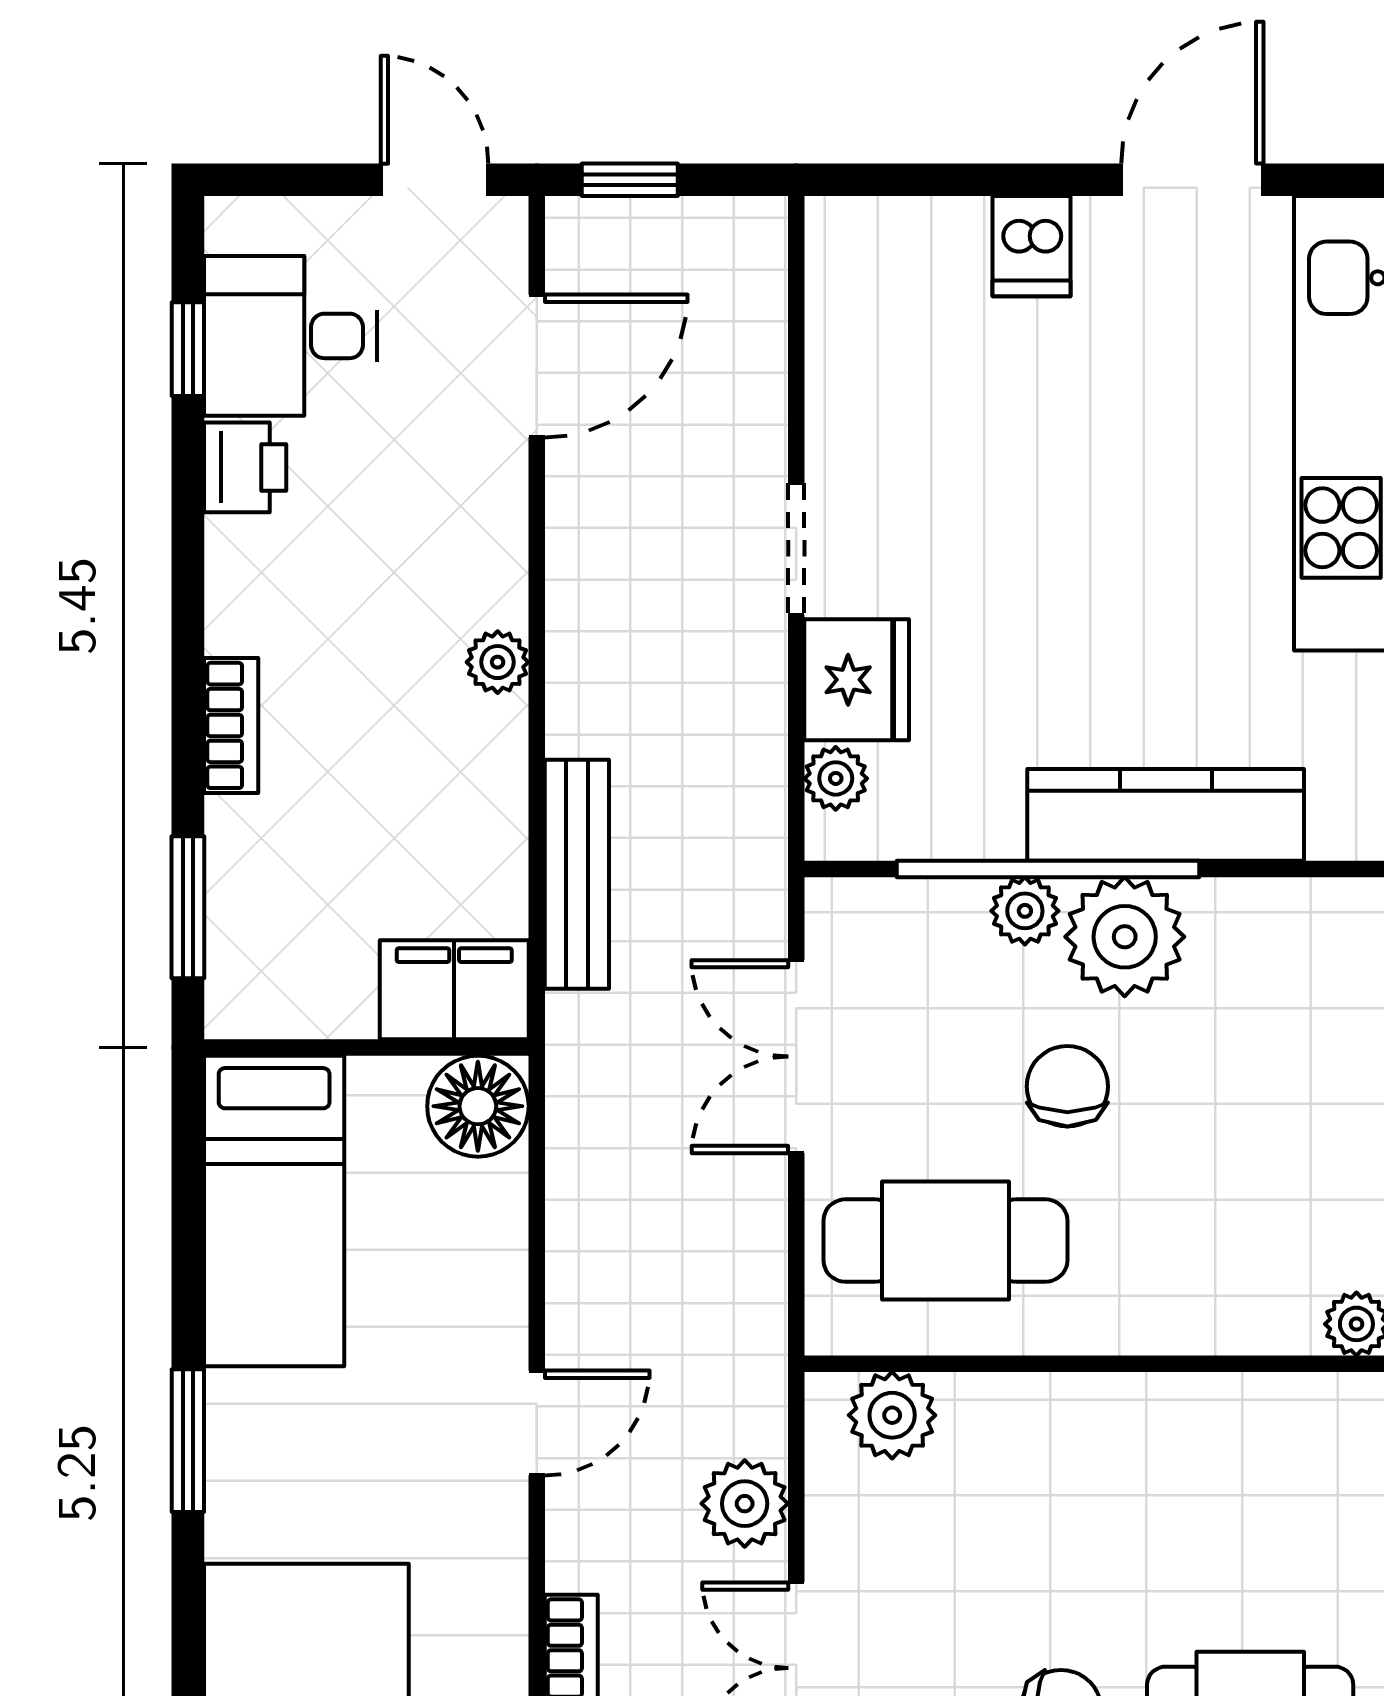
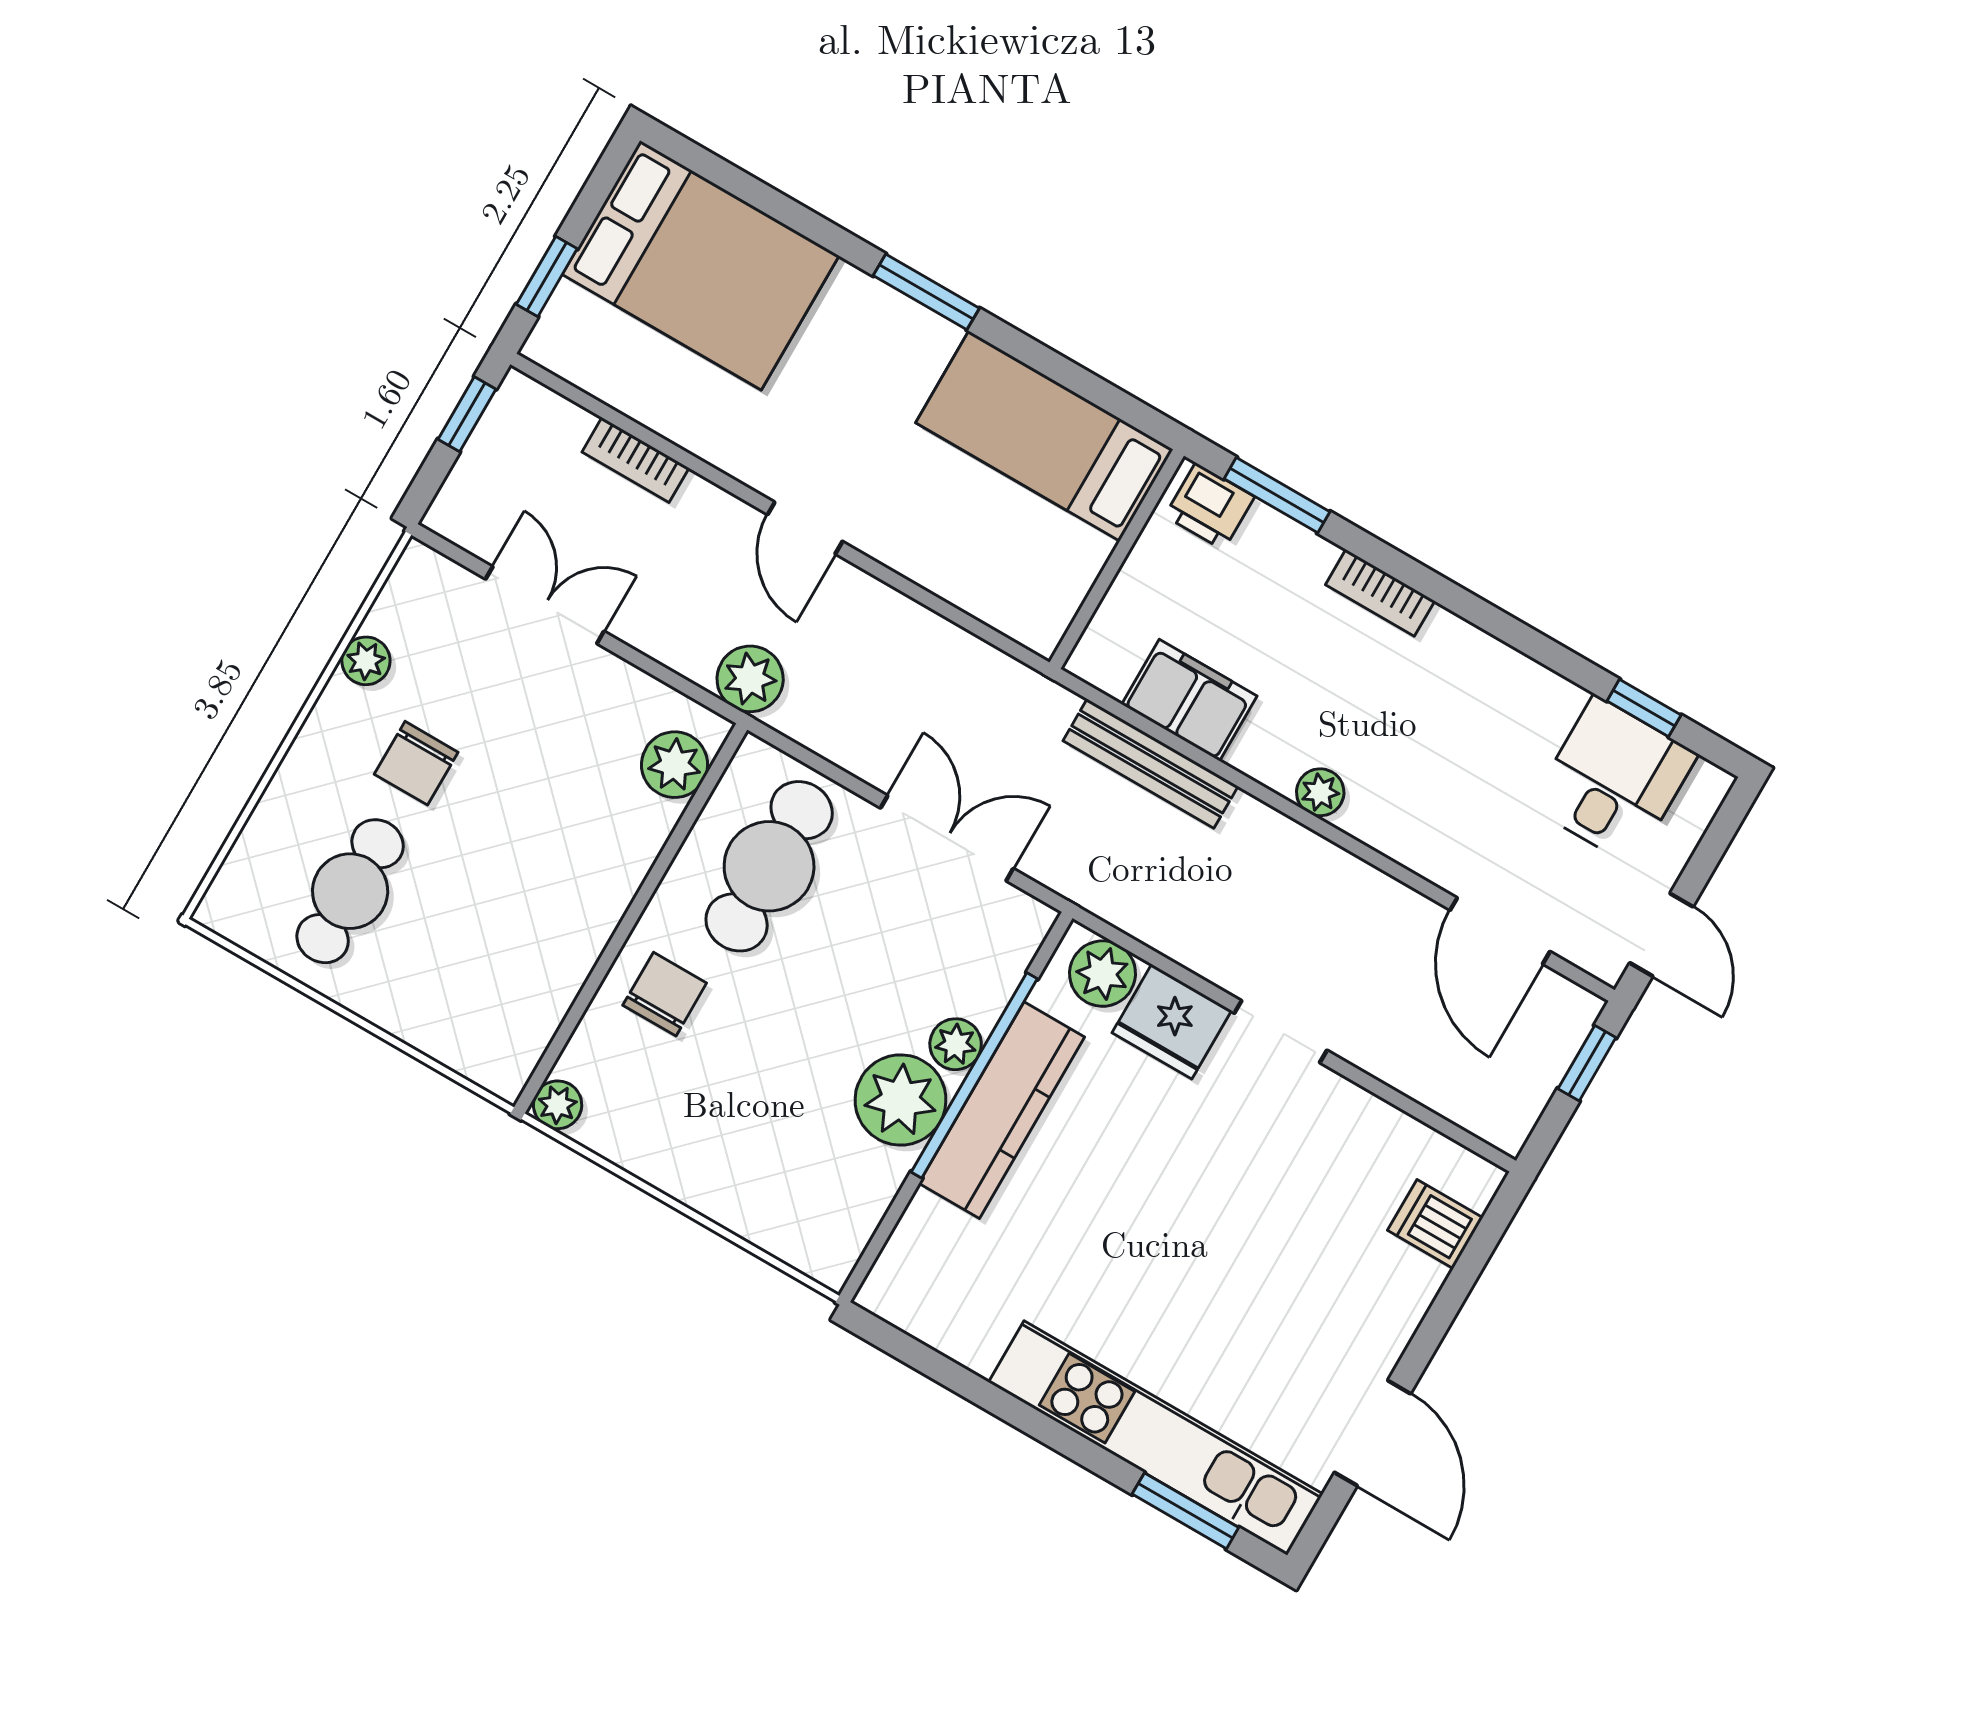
door: (435, 180) -> (1661, 935), hinge flipped
dishwasher: (1031, 246) -> (1435, 1224), moved
printer: (245, 467) -> (1210, 506), moved
plant: (836, 778) -> (1103, 974), width x1.38, depth x1.38
kitchen counter: (1166, 815) -> (1002, 1110), moved
filing cabinet: (454, 990) -> (1189, 700), moved, turned -90
chair: (1067, 1086) -> (665, 994), moved, turned -90
floor lamp: (478, 1106) -> (1036, 610), removed
plant: (745, 1504) -> (750, 679), moved

